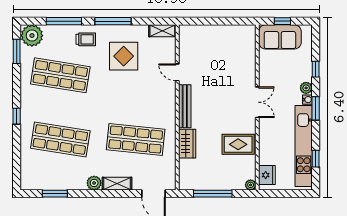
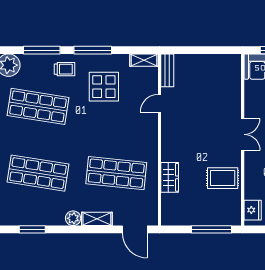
door: (177, 72) -> (159, 103), hinge flipped
bench: (185, 106) -> (167, 70), moved, width x0.73
plant: (251, 185) -> (236, 220), removed
window: (213, 194) -> (212, 229), moved

